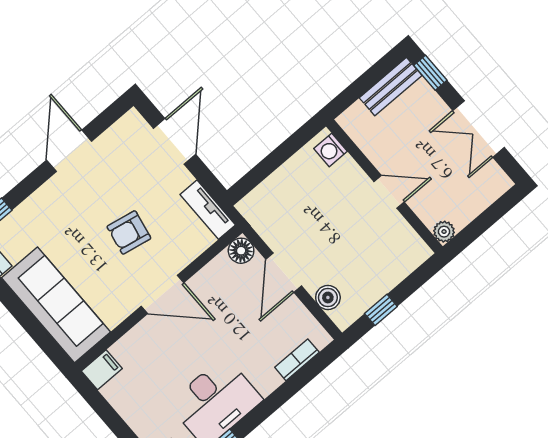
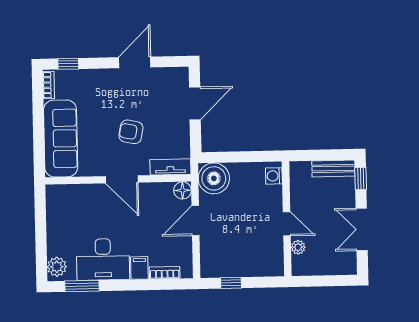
tv unit: (208, 210) -> (170, 167), moved, turned 90
plant: (444, 232) -> (298, 247), moved
boiler: (328, 297) -> (214, 178), moved, width x1.86, depth x1.86
filing cabinet: (102, 370) -> (139, 268), moved, turned -90

